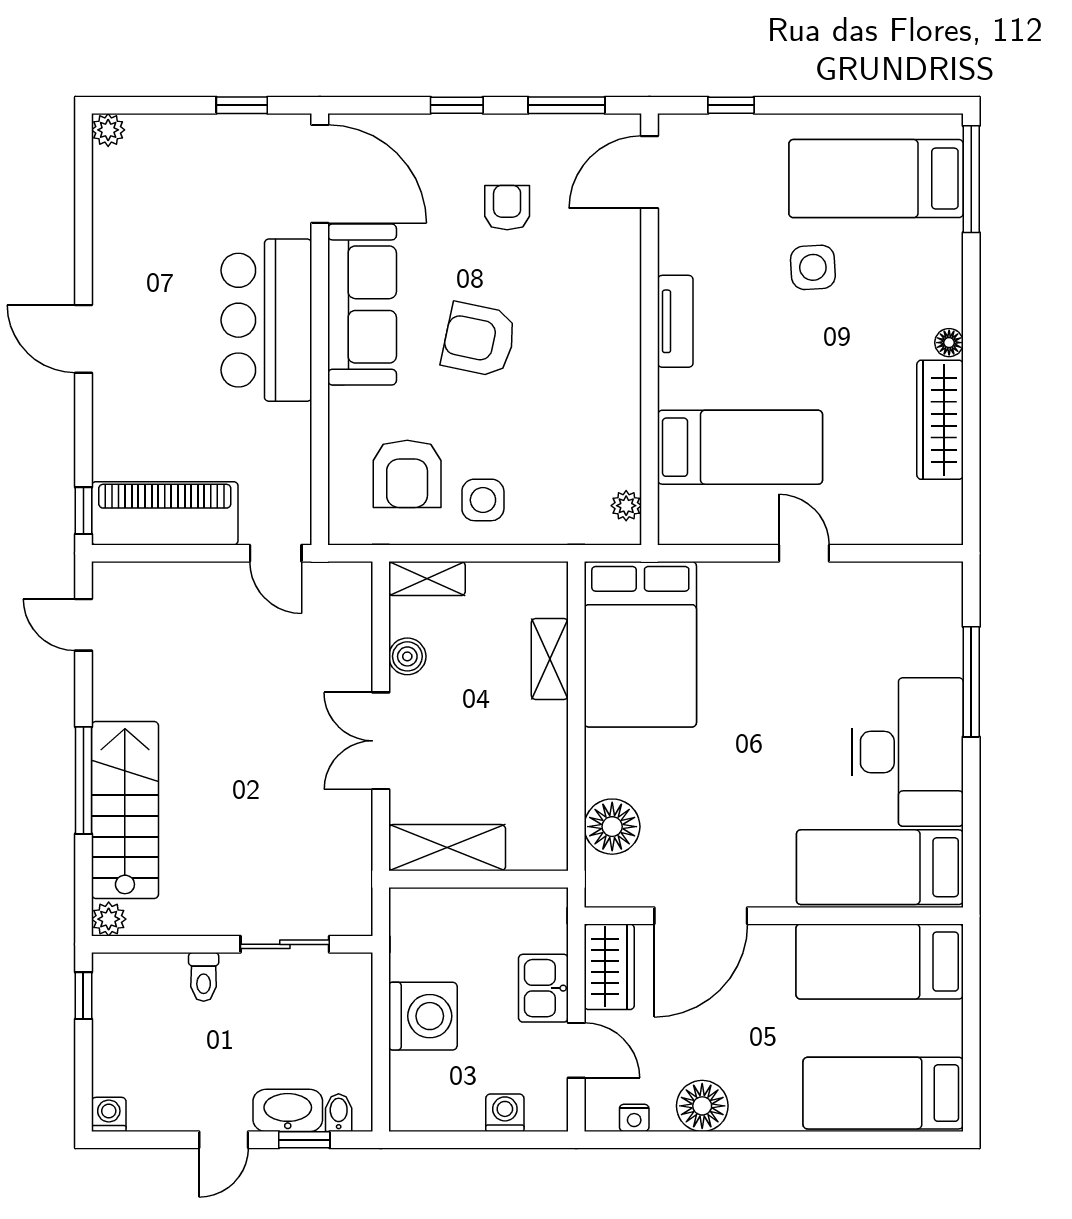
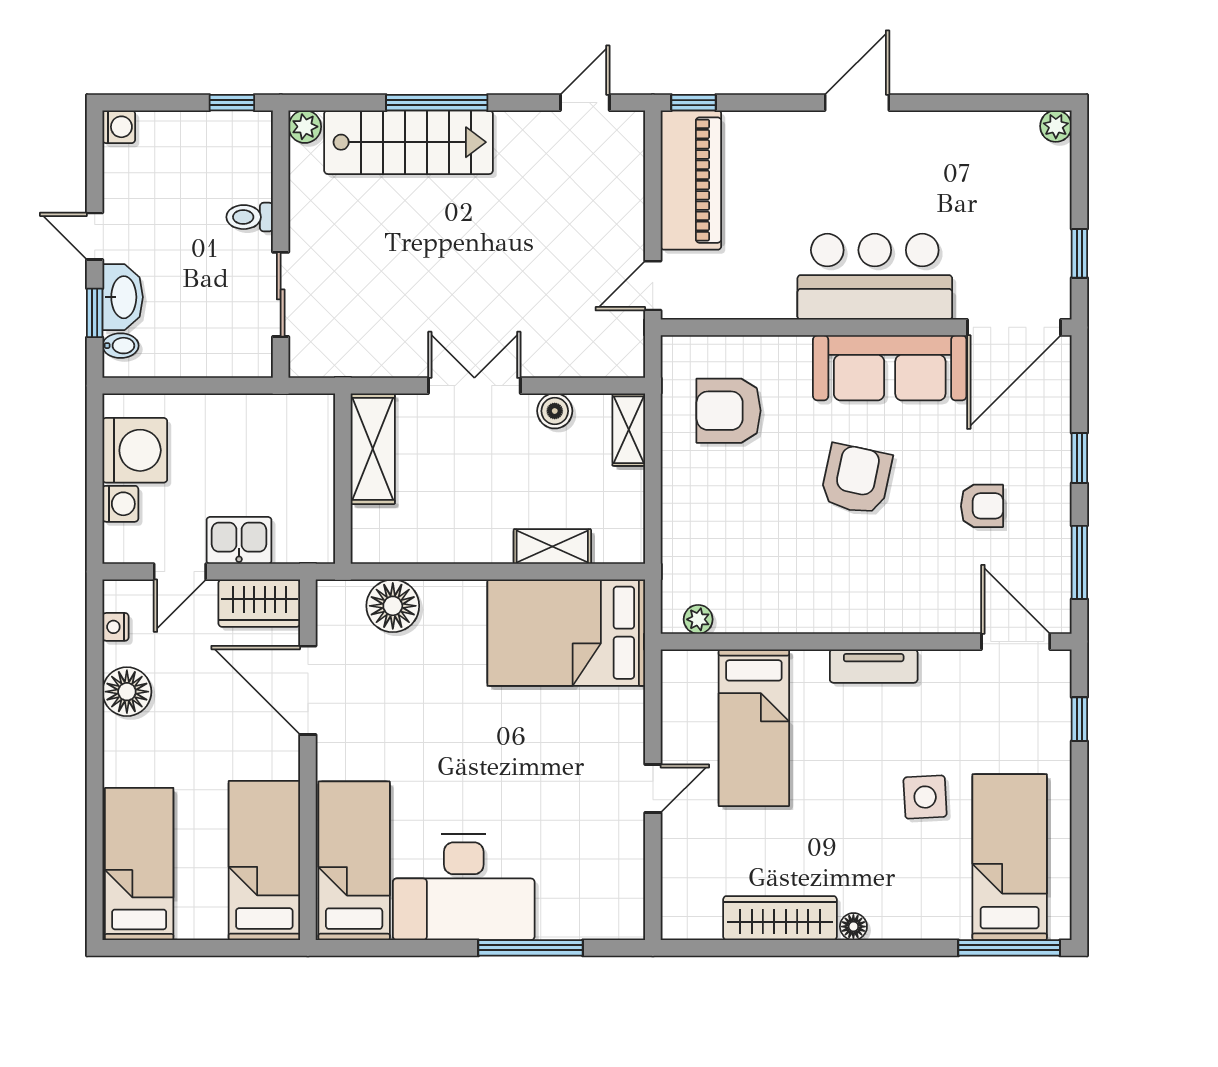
side table: (483, 500) -> (704, 483), removed
washing machine: (423, 1016) -> (135, 450), moved, turned -90

